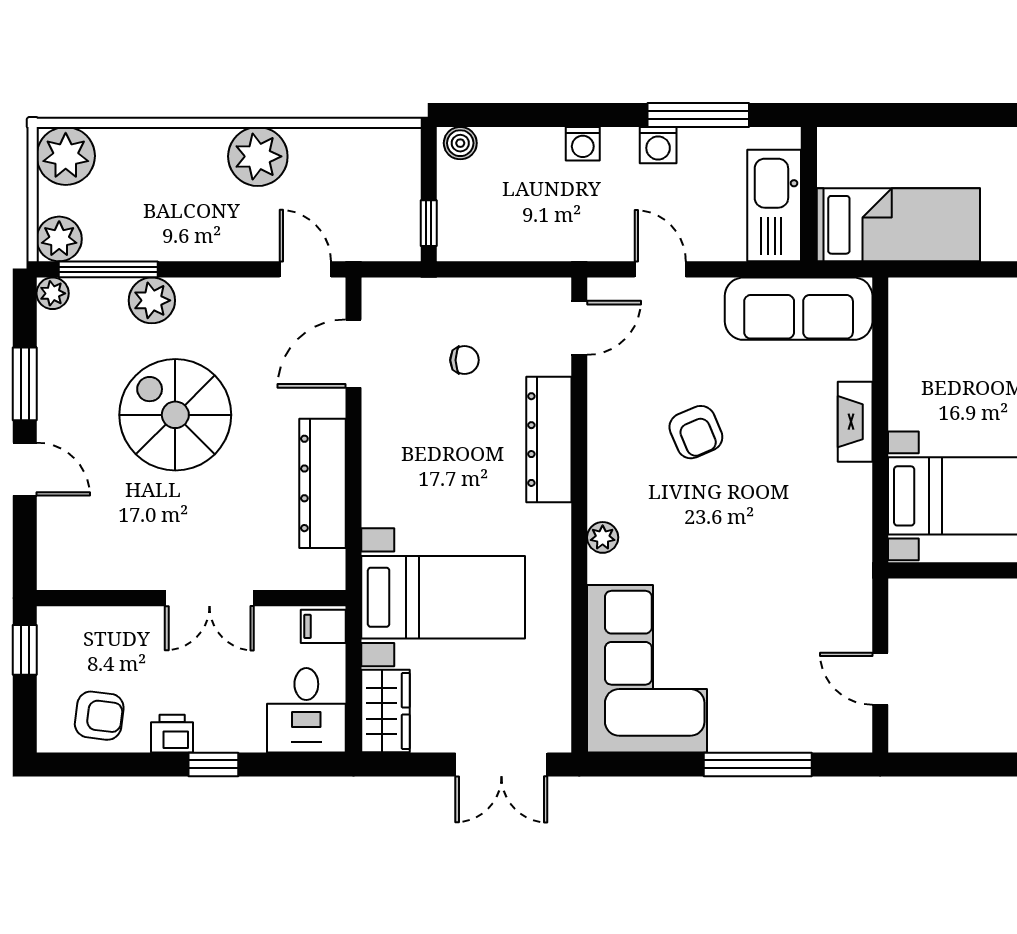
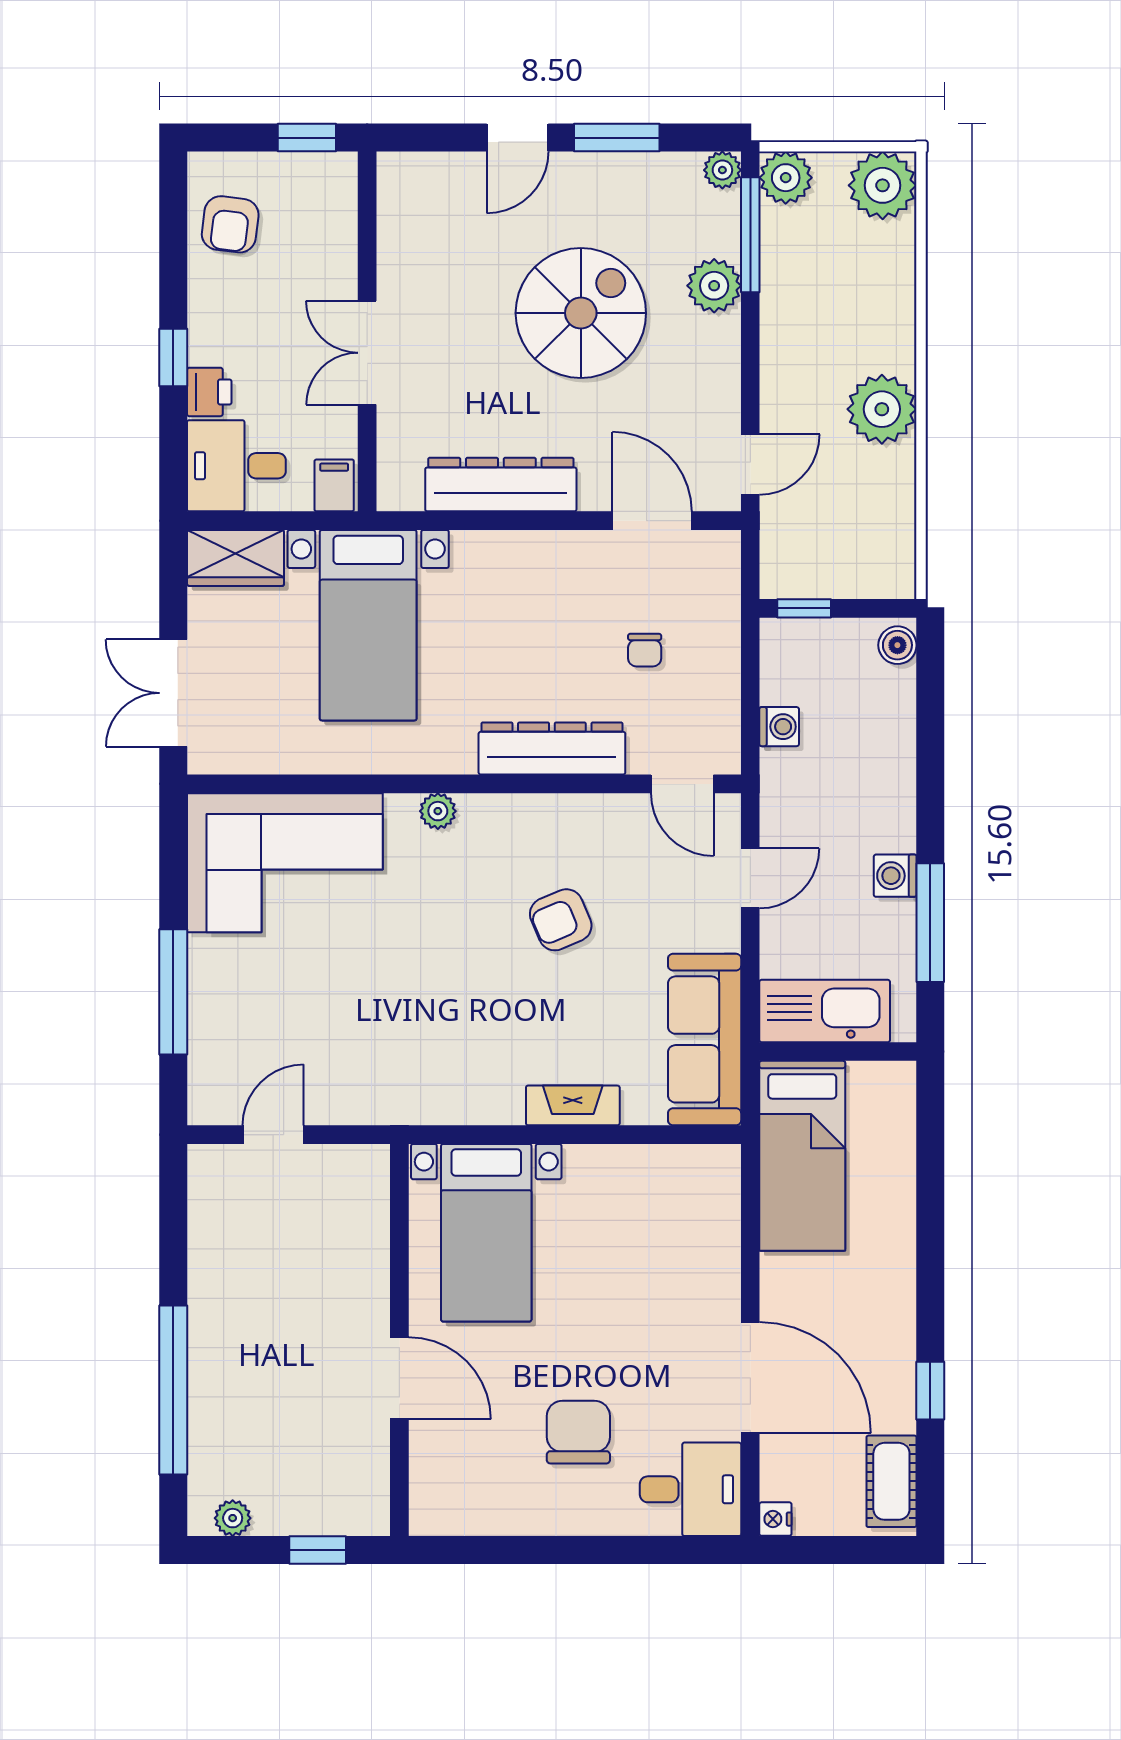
washing machine: (583, 144) -> (779, 727), moved, turned 180
printer: (172, 734) -> (209, 392), moved

